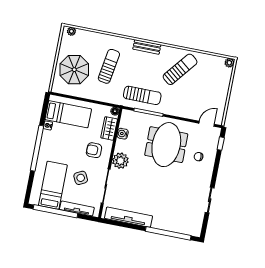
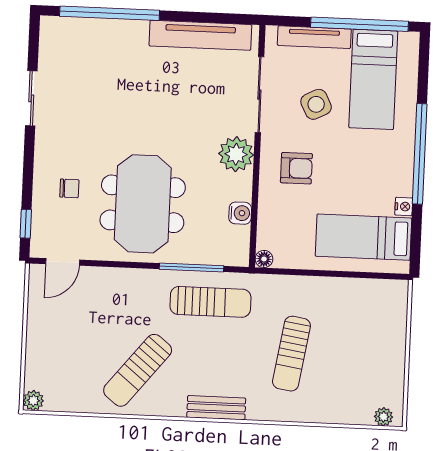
parasol: (74, 70) -> (365, 335), removed
sun lounger: (142, 95) -> (210, 302), turned 180
wardrobe: (109, 128) -> (271, 220), removed

